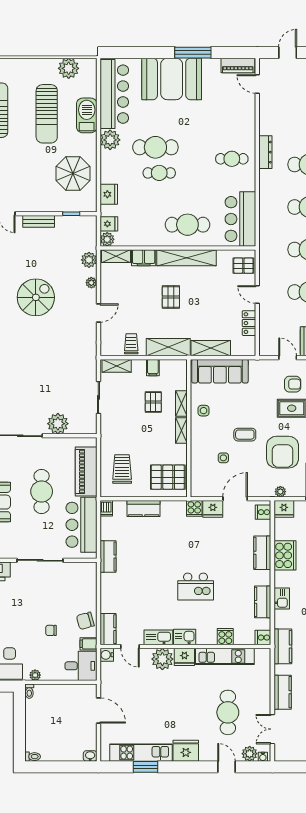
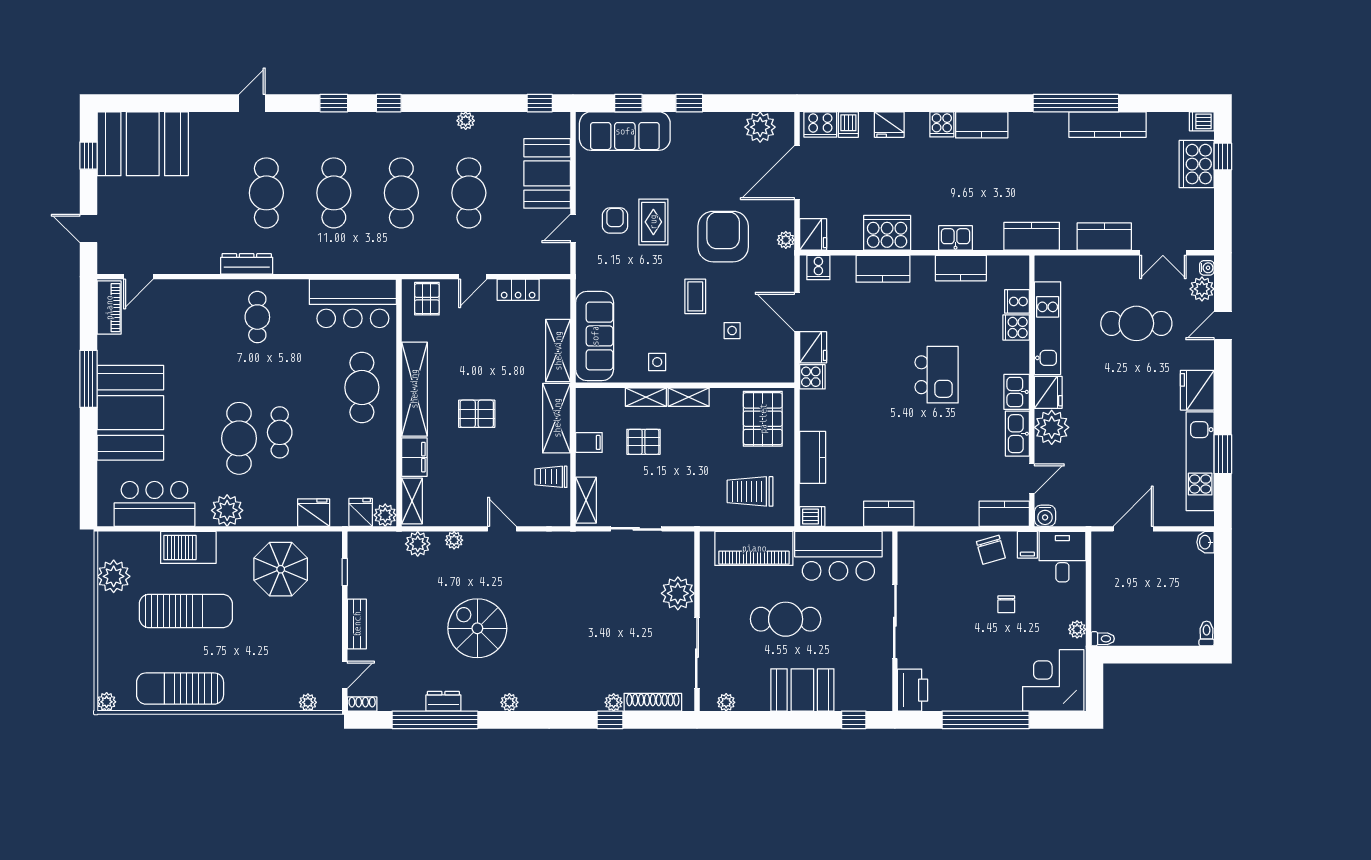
bar counter: (114, 94) -> (154, 504), width x0.73
armchair: (283, 452) -> (723, 237), turned -90
cooker: (263, 638) -> (1017, 301), moved, turned 90

